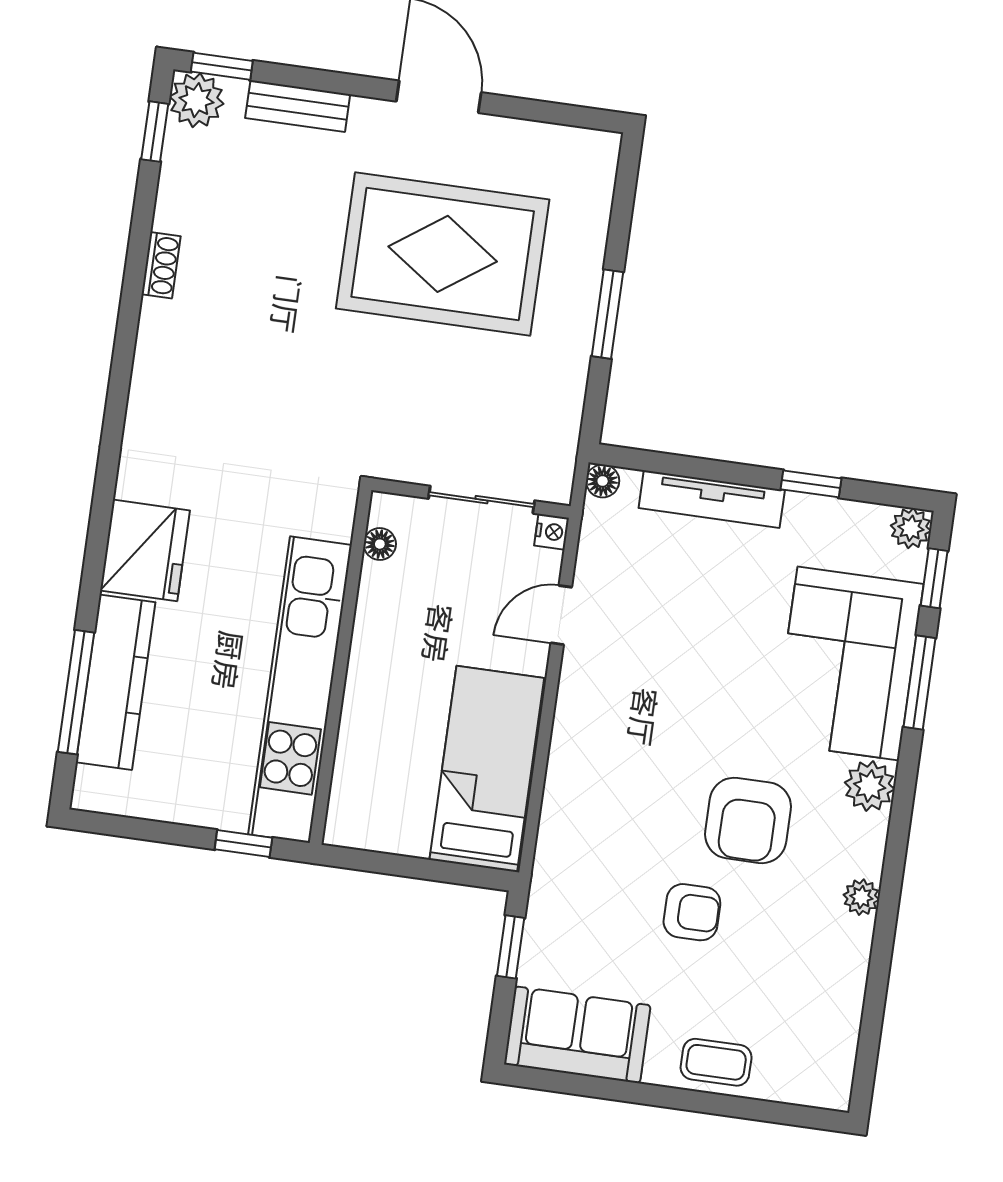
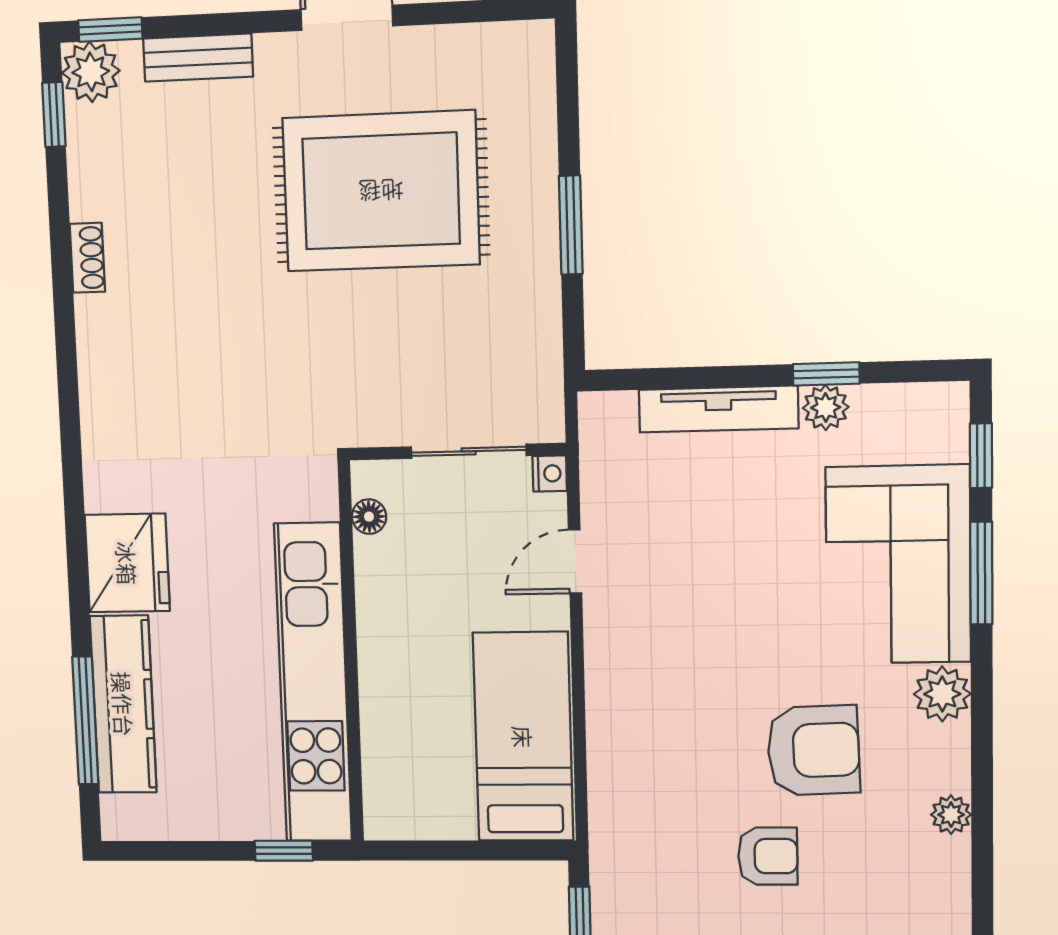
floor lamp: (603, 481) -> (596, 409), removed
plant: (911, 528) -> (826, 407), moved
armchair: (748, 820) -> (813, 750), turned -92

